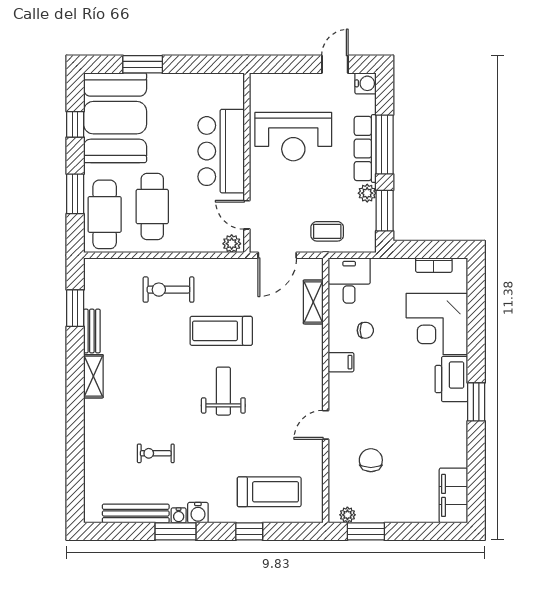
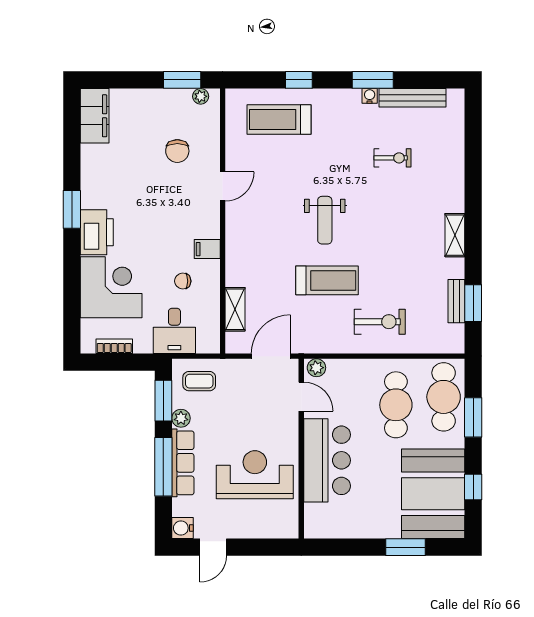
coffee table: (327, 231) -> (199, 381), moved
desk: (349, 280) -> (174, 331), moved
bench: (92, 331) -> (456, 301), moved
water cooler: (198, 513) -> (350, 99), removed

